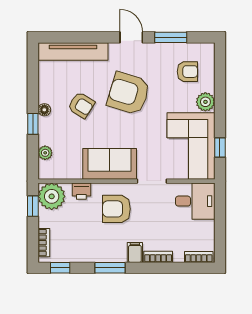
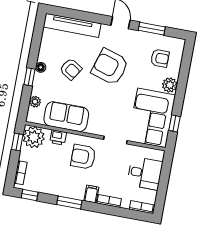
sofa: (110, 164) -> (66, 117), moved
desk: (195, 201) -> (145, 173), moved

